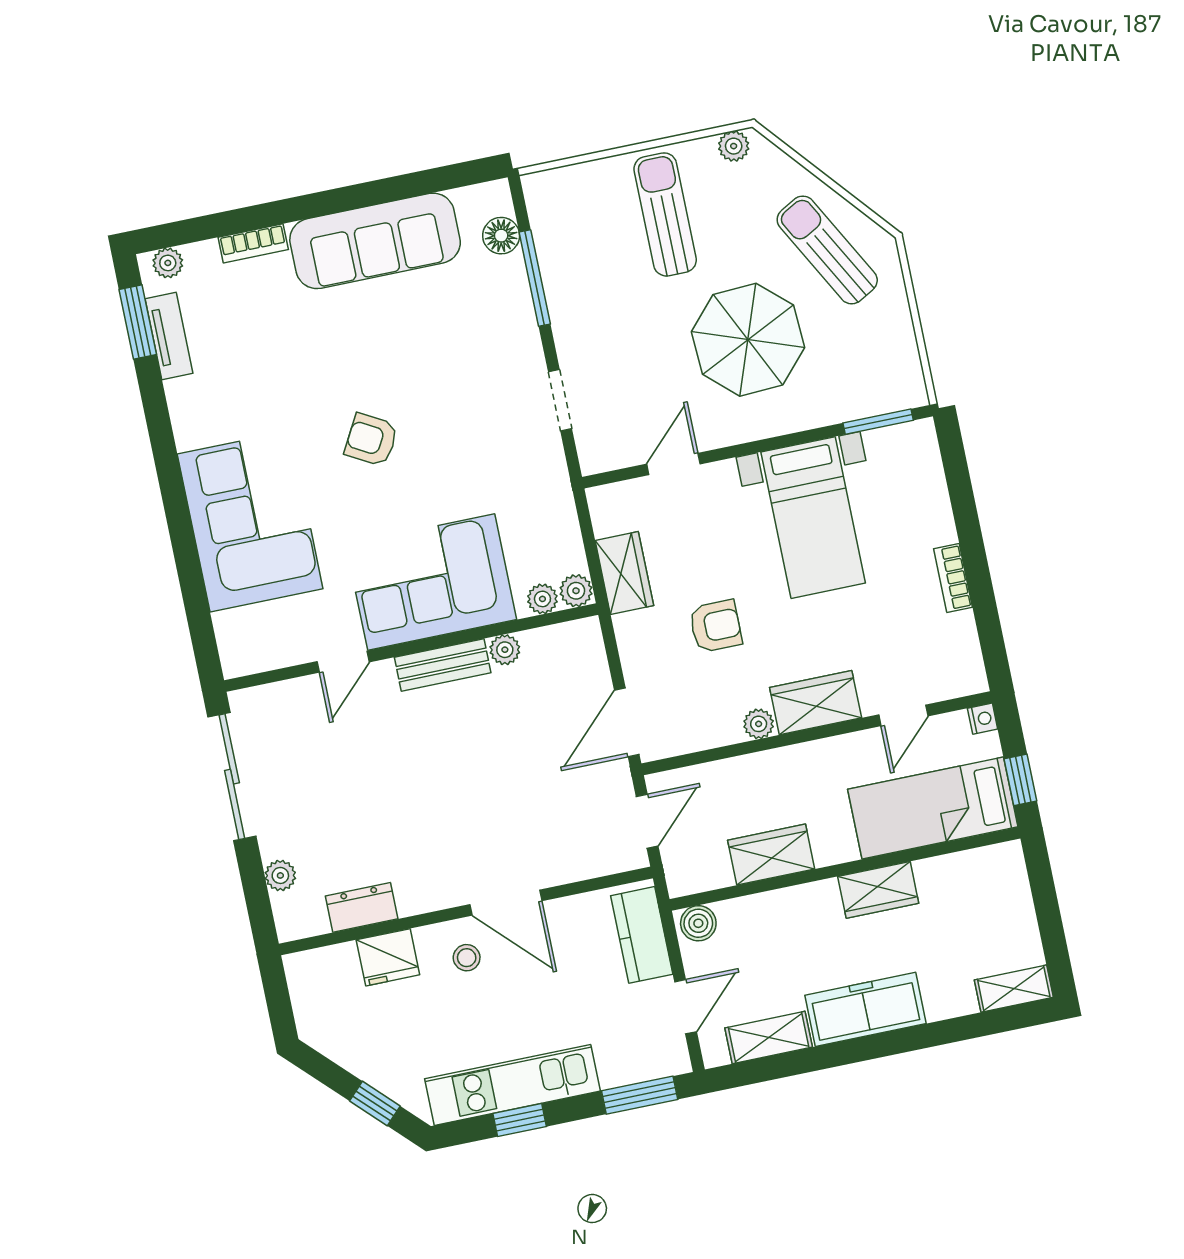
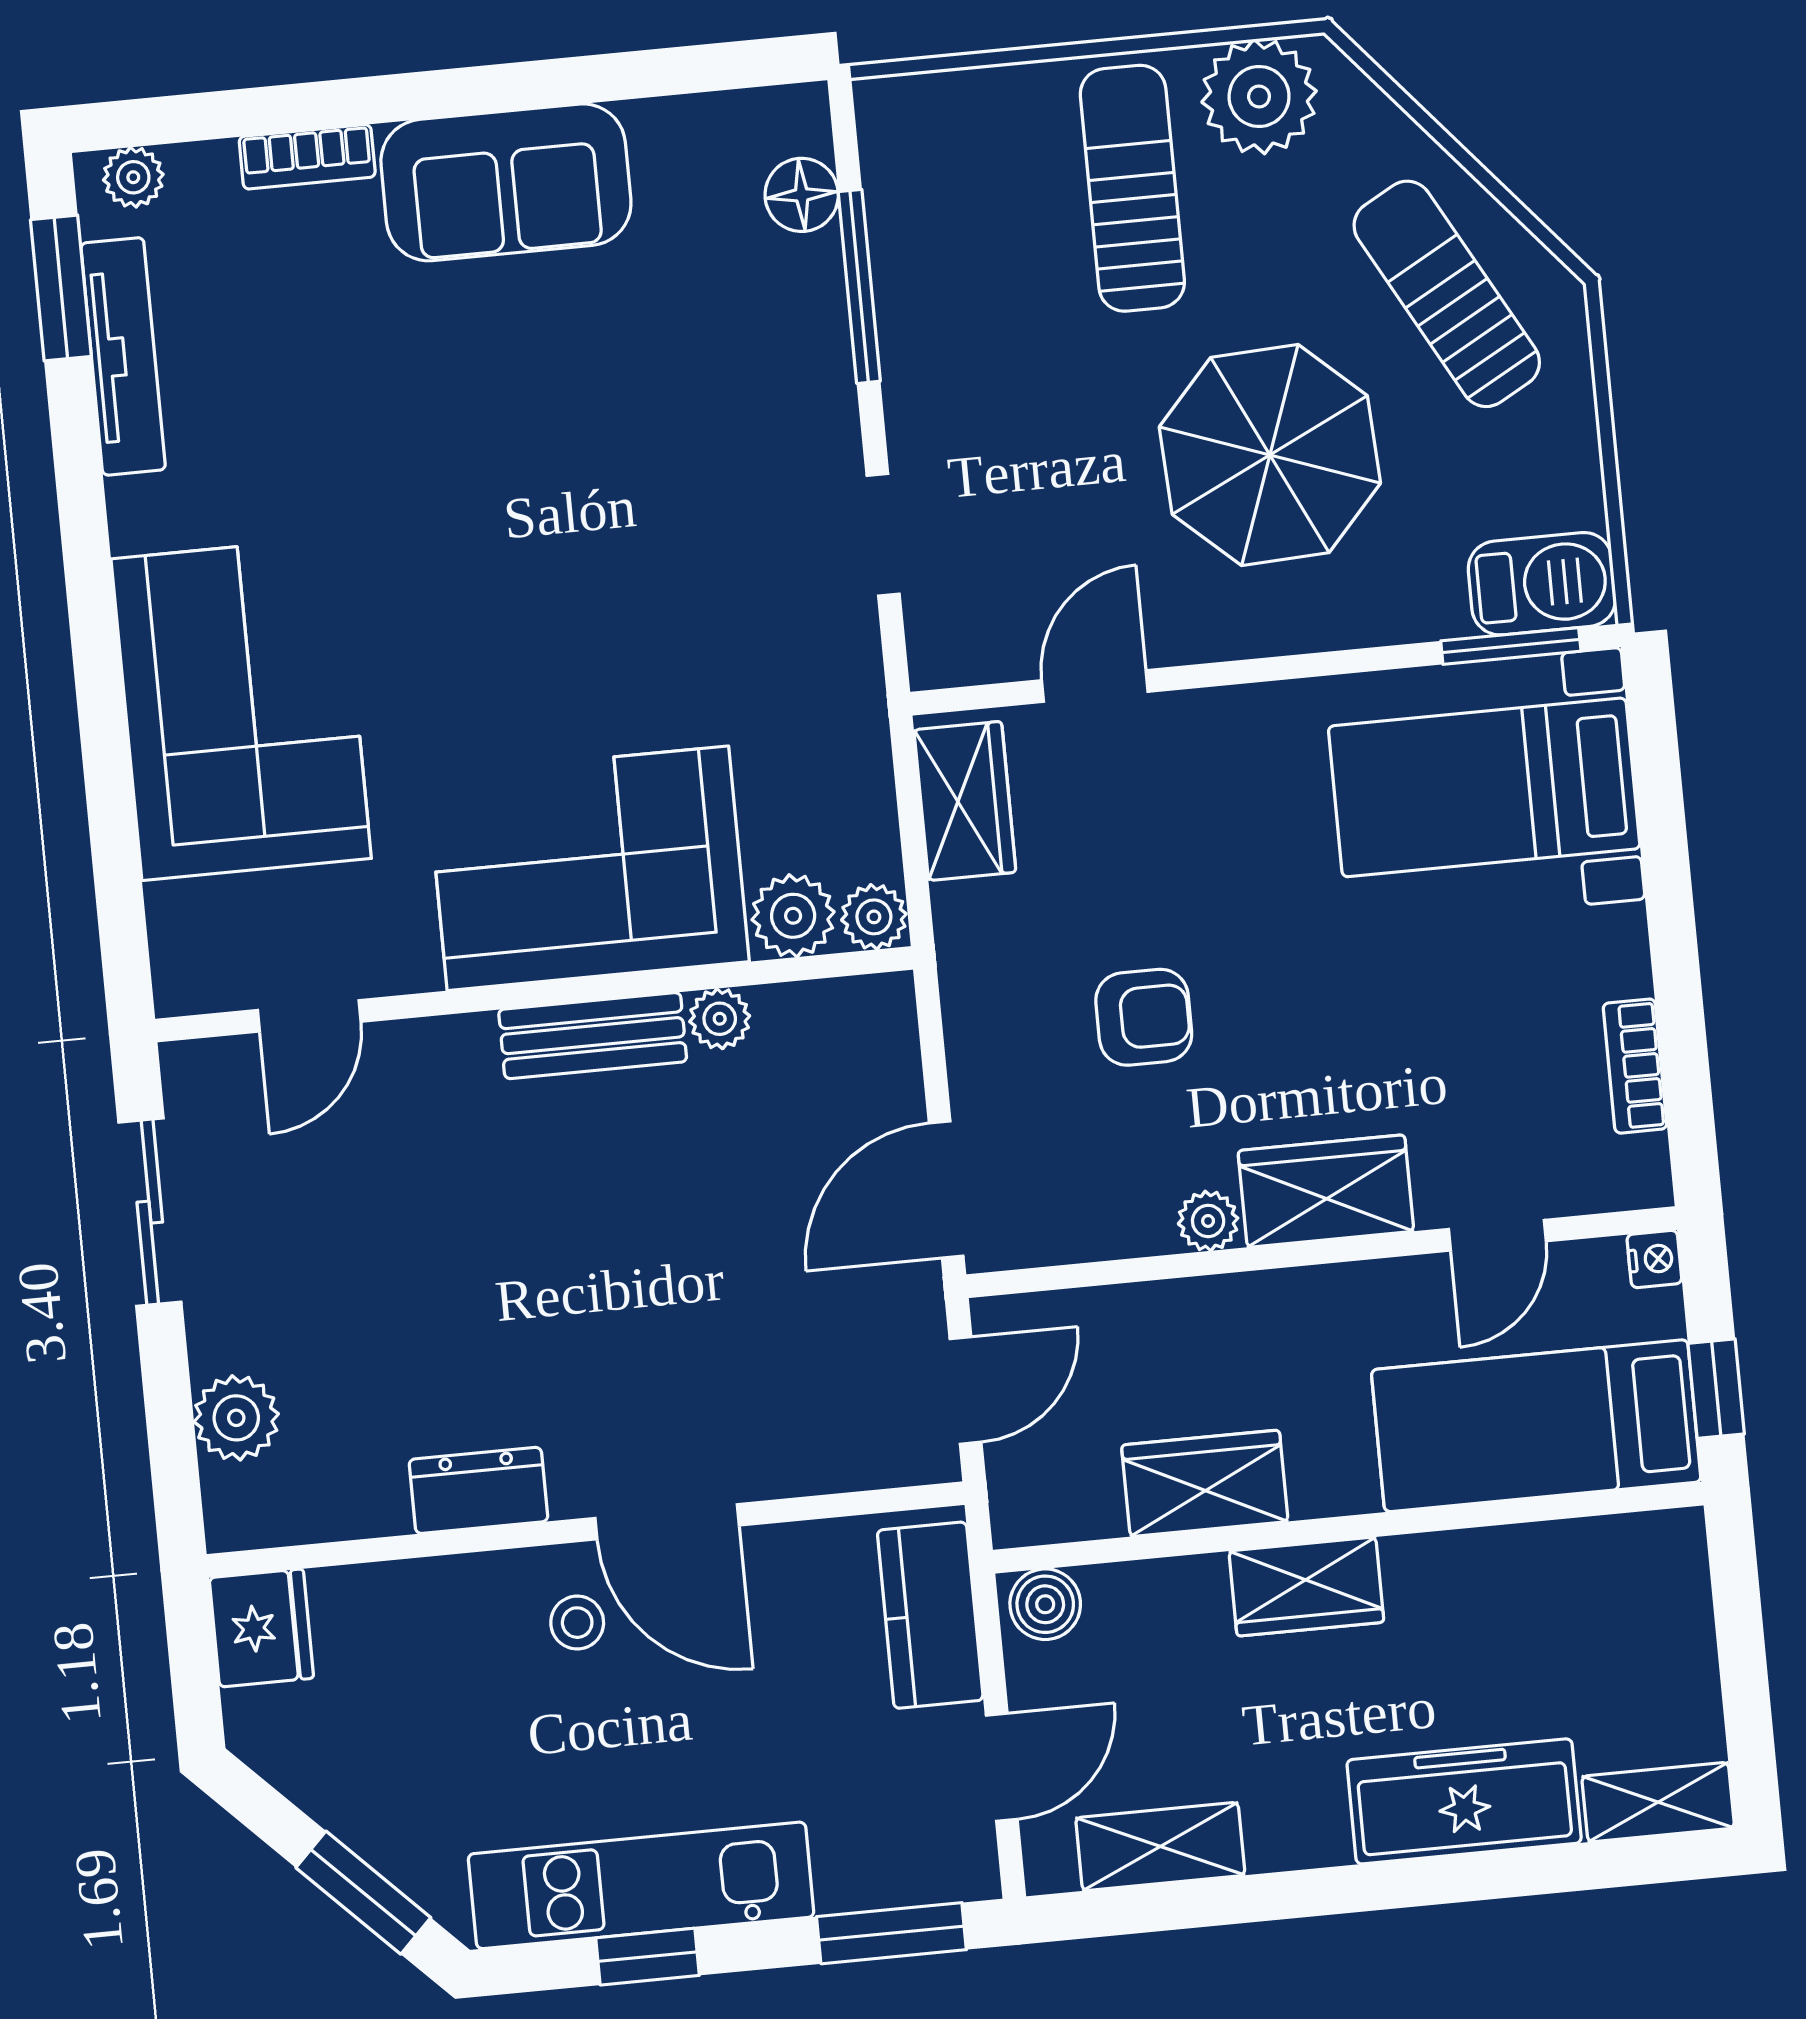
plant: (734, 146) -> (1259, 96), width x1.88, depth x1.88
sofa: (375, 241) -> (506, 182), width x0.73
tv unit: (169, 336) -> (123, 356), width x1.41
barbecue: (890, 389) -> (1542, 584), added
armchair: (371, 440) -> (500, 573), removed
bed with nightstands: (813, 518) -> (1484, 787), moved, turned 90
wardrobe: (624, 573) -> (965, 801), moved
bookcase: (953, 578) -> (1635, 1066), moved
plant: (542, 599) -> (793, 916), width x1.38, depth x1.38
door: (343, 662) -> (309, 1016), moved
sliding door: (232, 777) -> (150, 1212), width x0.73
plant: (280, 875) -> (236, 1418), width x1.38, depth x1.38
wardrobe: (878, 890) -> (1306, 1587), moved
dresser: (362, 907) -> (478, 1490), moved
fridge: (388, 957) -> (261, 1628), moved, turned -90
freezer: (866, 1009) -> (1464, 1801), moved
window: (375, 1104) -> (363, 1893), width x1.50

